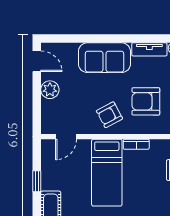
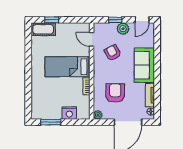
window: (37, 101) -> (115, 20), added
armchair: (109, 115) -> (113, 53), moved
window: (37, 181) -> (52, 20), moved

